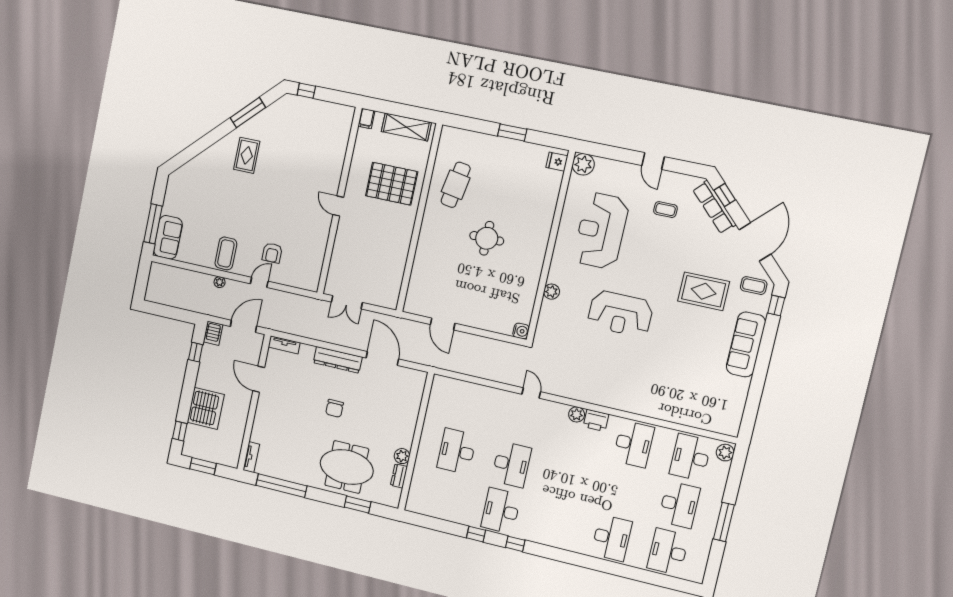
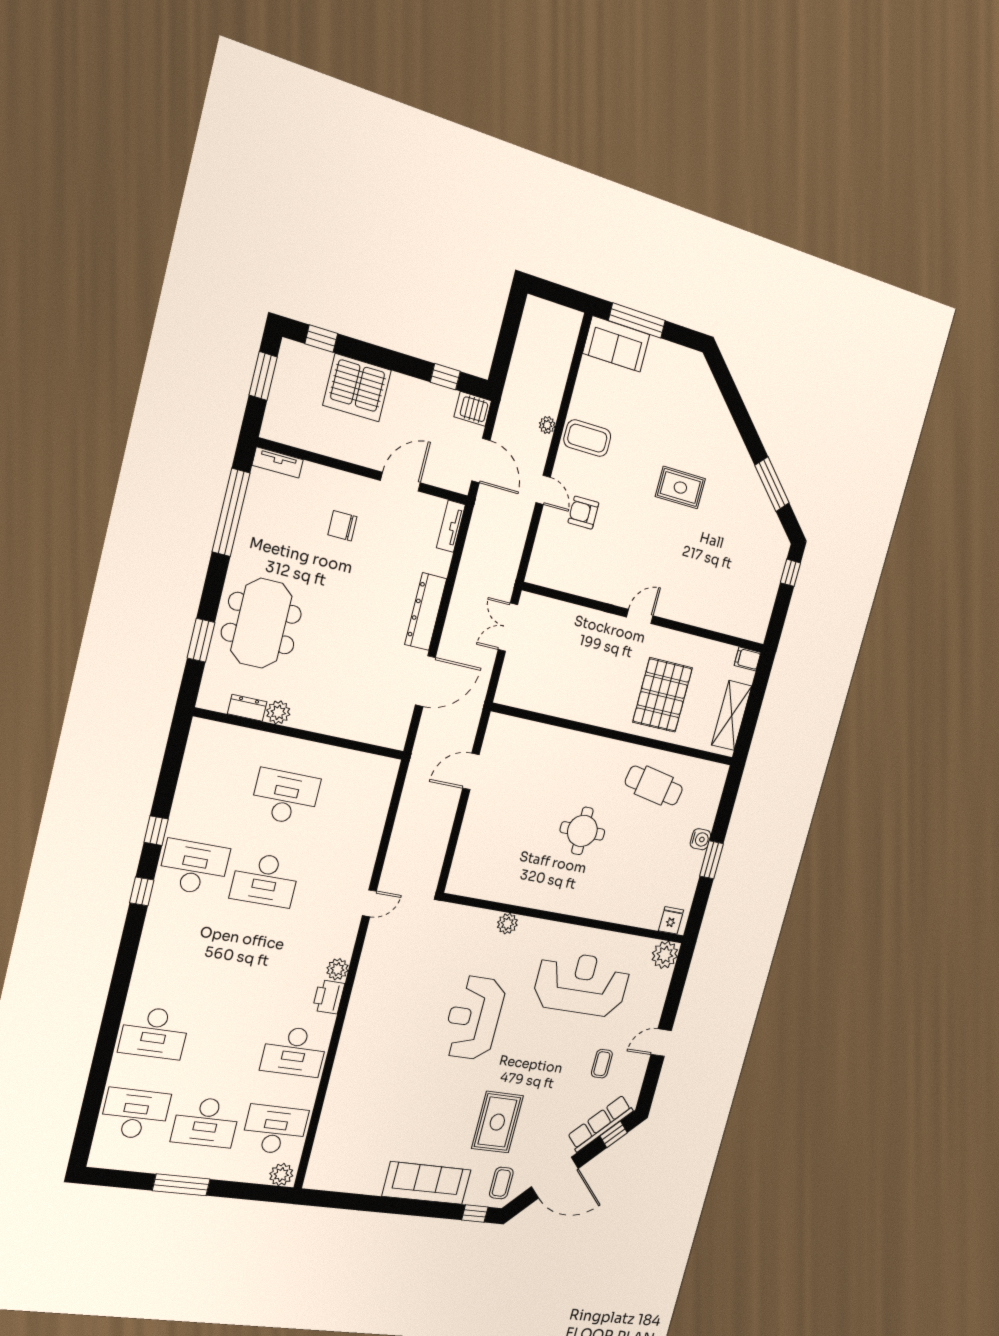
rug: (247, 155) -> (680, 488), moved
water cooler: (521, 331) -> (700, 839), moved, turned -90
chair: (335, 408) -> (342, 526), moved

